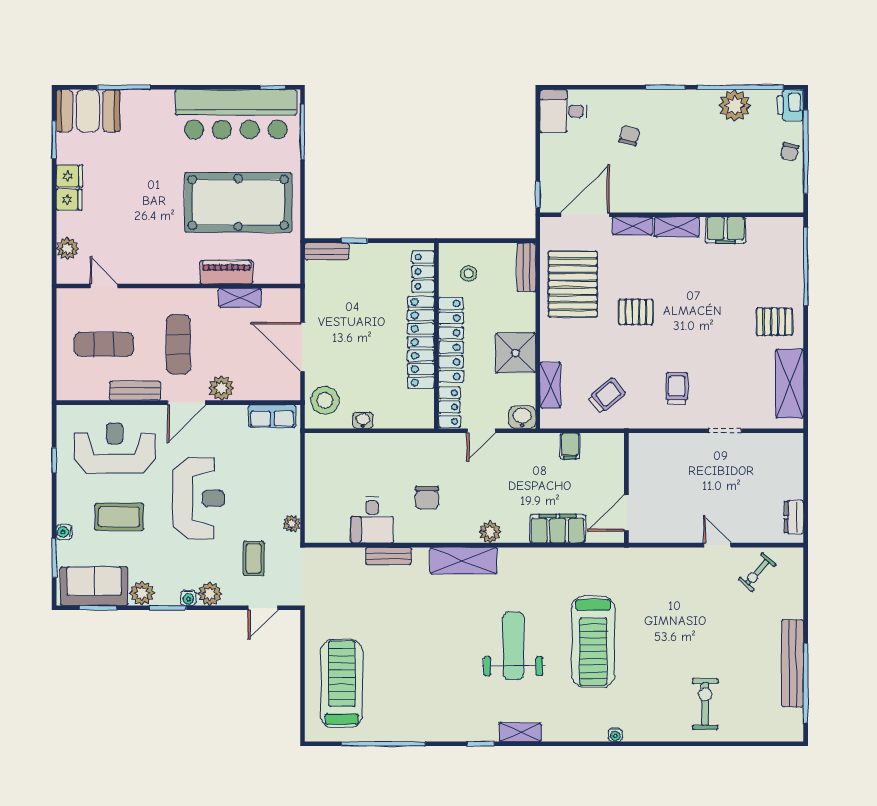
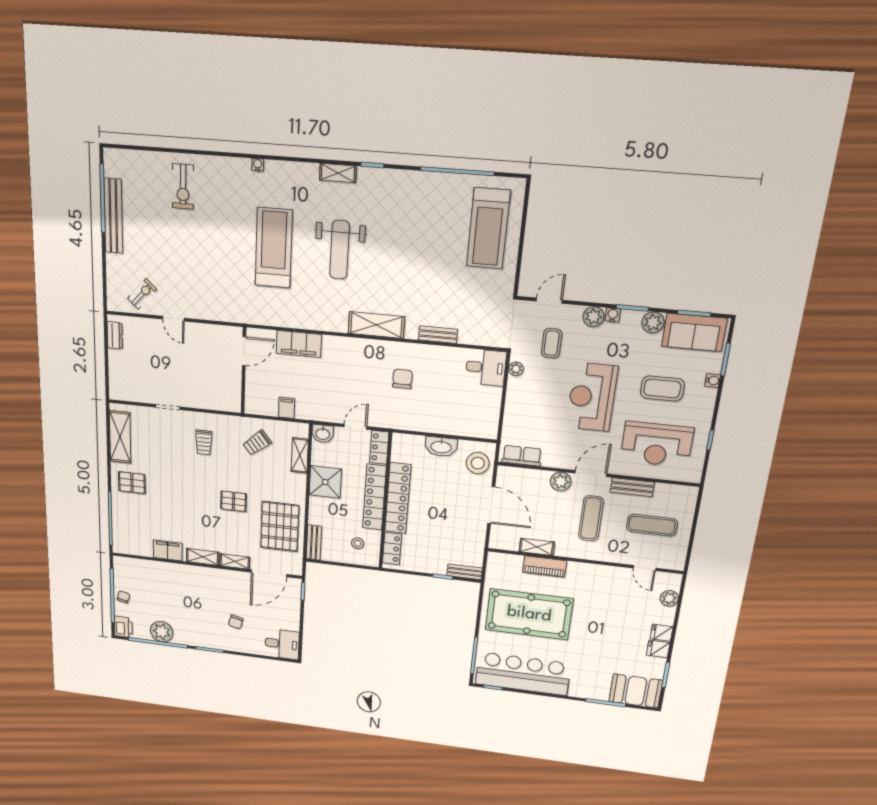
washbasin: (363, 420) -> (441, 447), width x1.91, depth x1.45
desk: (372, 520) -> (486, 367), moved, turned 90
plant: (490, 532) -> (353, 346), removed

